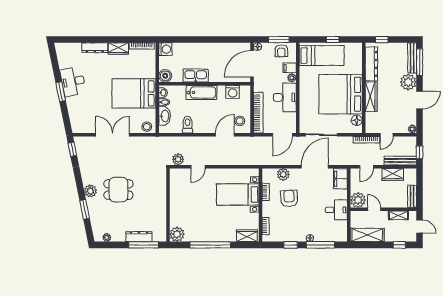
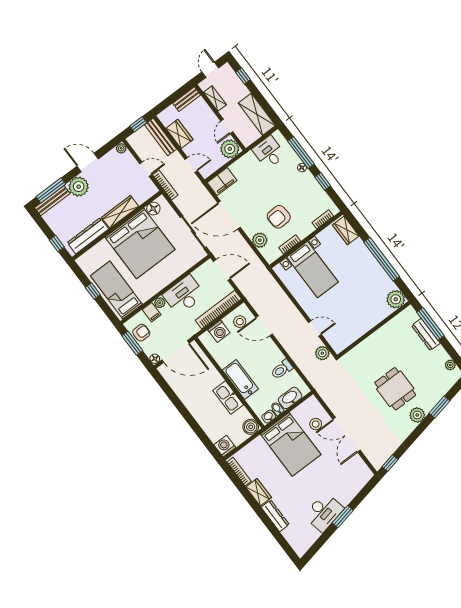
washing machine: (233, 92) -> (219, 331), moved, turned 90
stool: (147, 127) -> (316, 424), moved
desk: (336, 210) -> (269, 152), moved

